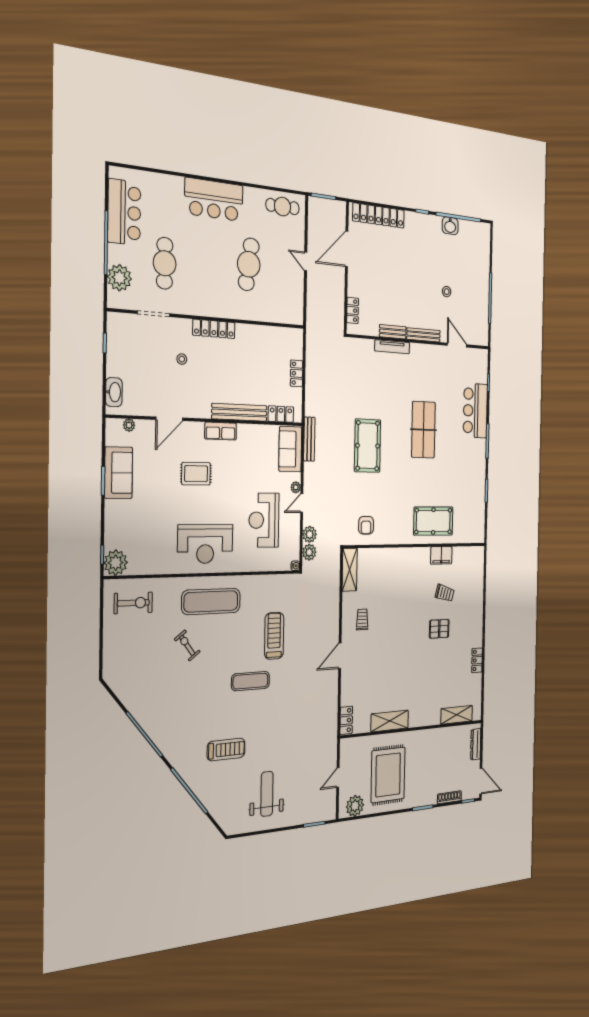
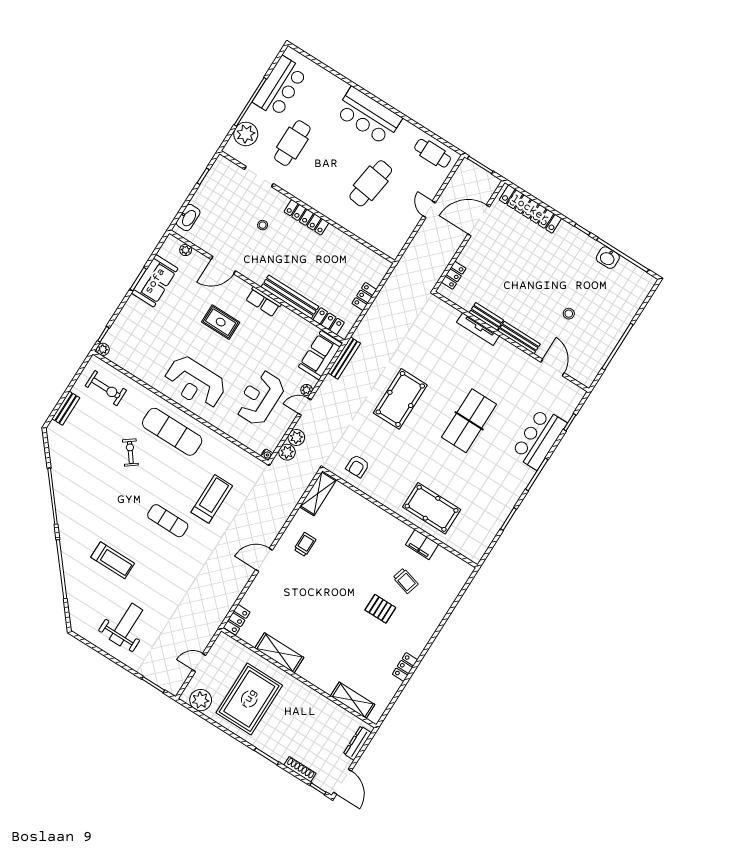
plant: (116, 563) -> (103, 349), width x0.53, depth x0.53
bench: (109, 647) -> (66, 408), added

